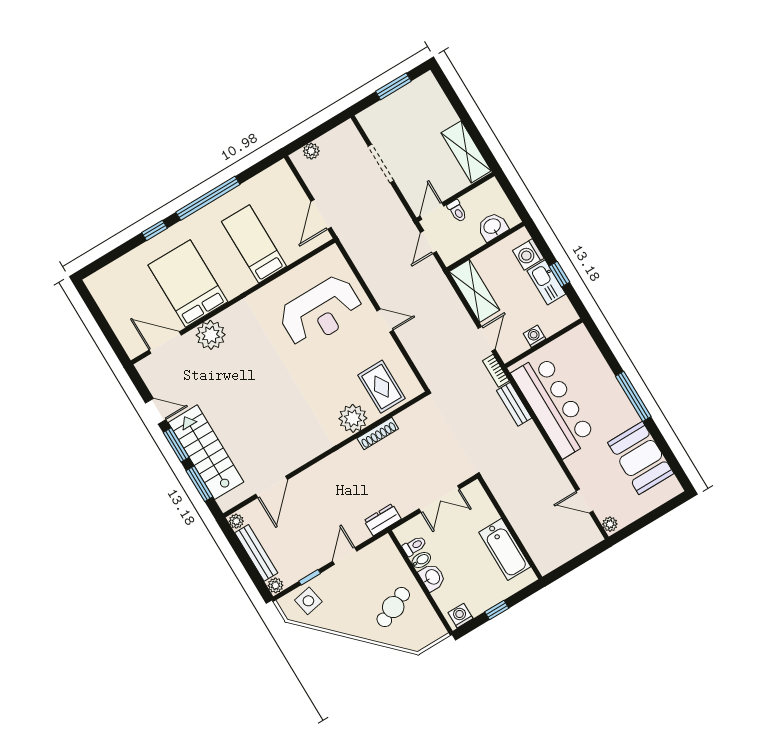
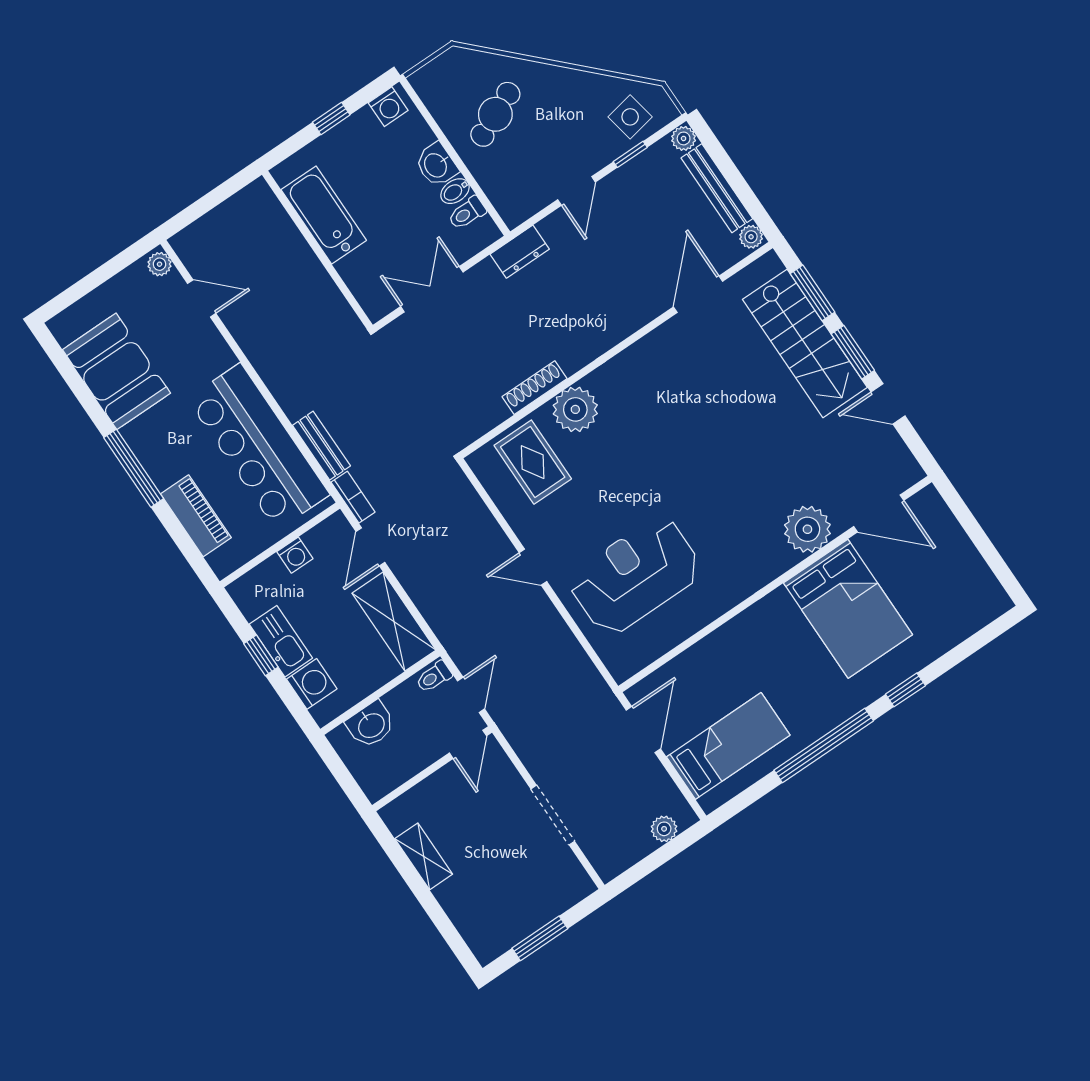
shelving: (466, 152) -> (424, 856), width x0.67, depth x0.75
toilet: (457, 211) -> (434, 677), moved, turned -90
bed: (254, 244) -> (728, 746), moved, turned -90
piano: (596, 364) -> (196, 516), added

